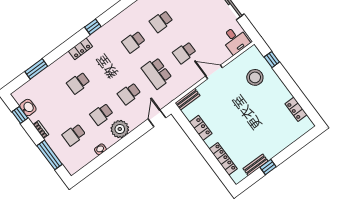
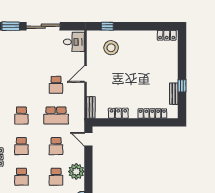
school desk: (161, 21) -> (21, 146), moved
locker: (296, 109) -> (167, 35), moved

